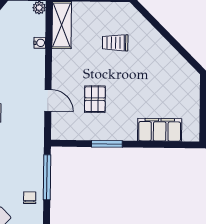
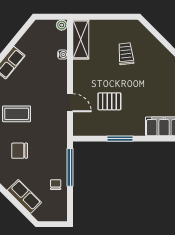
trolley: (115, 43) -> (126, 54), turned 84
pallet: (95, 99) -> (109, 101), turned 90

